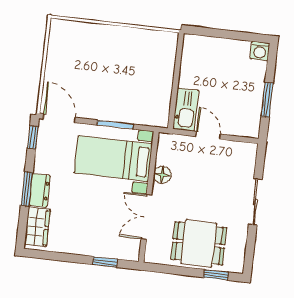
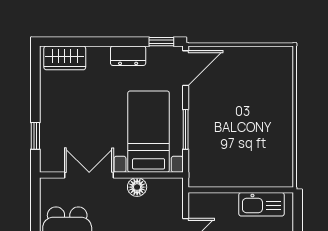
kitchen sink: (186, 110) -> (261, 204), moved
window: (27, 189) -> (105, 42), removed
dresser: (40, 190) -> (128, 56), moved

